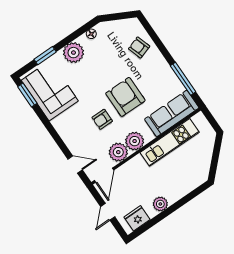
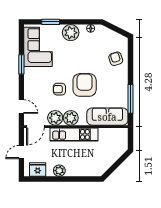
window: (27, 95) -> (21, 64), moved
kitchen unit: (170, 142) -> (74, 134), moved

